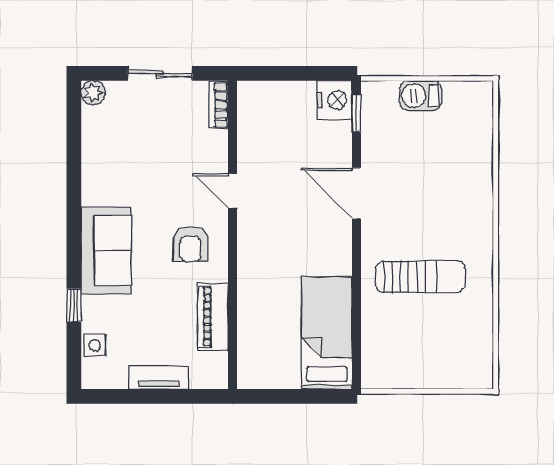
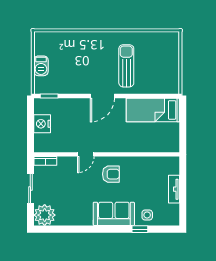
plant: (93, 93) -> (45, 215), width x1.87, depth x1.87
nightstand: (335, 100) -> (42, 124), moved, turned -90
door: (356, 193) -> (102, 96), moved
piano: (213, 317) -> (145, 164), removed
side table: (95, 345) -> (147, 215), moved

